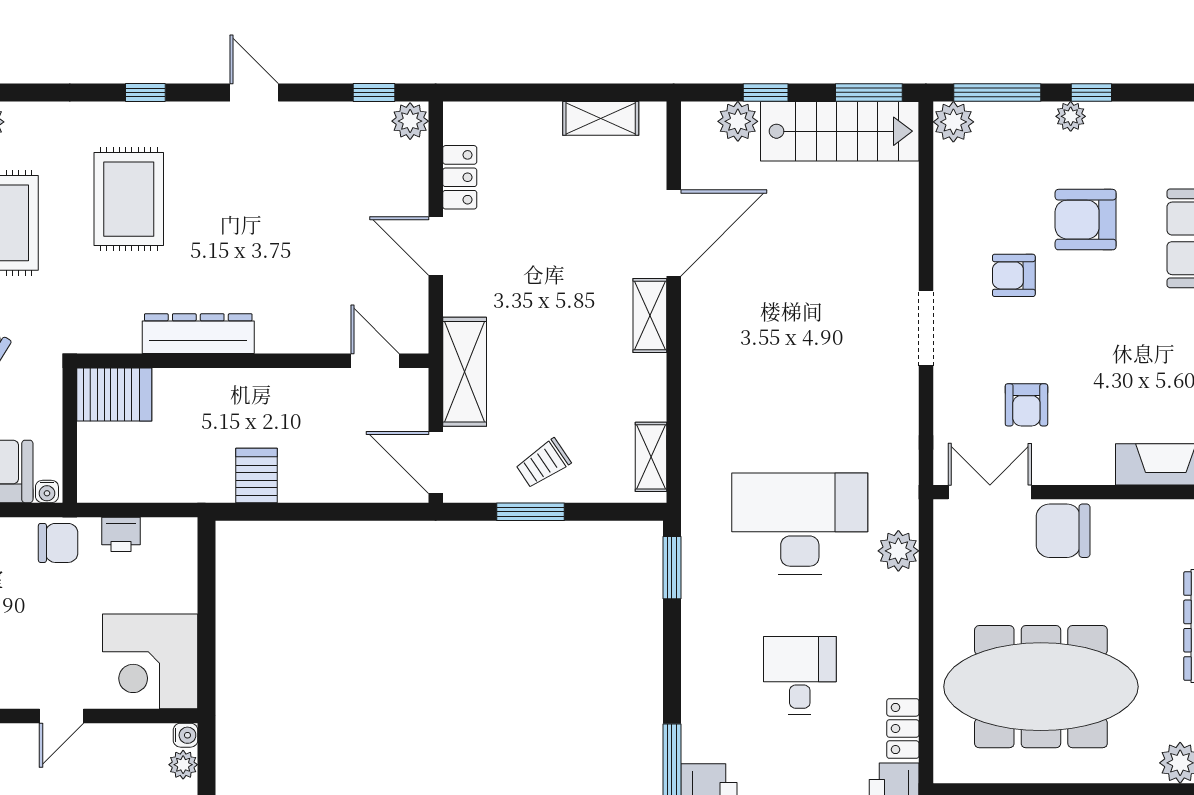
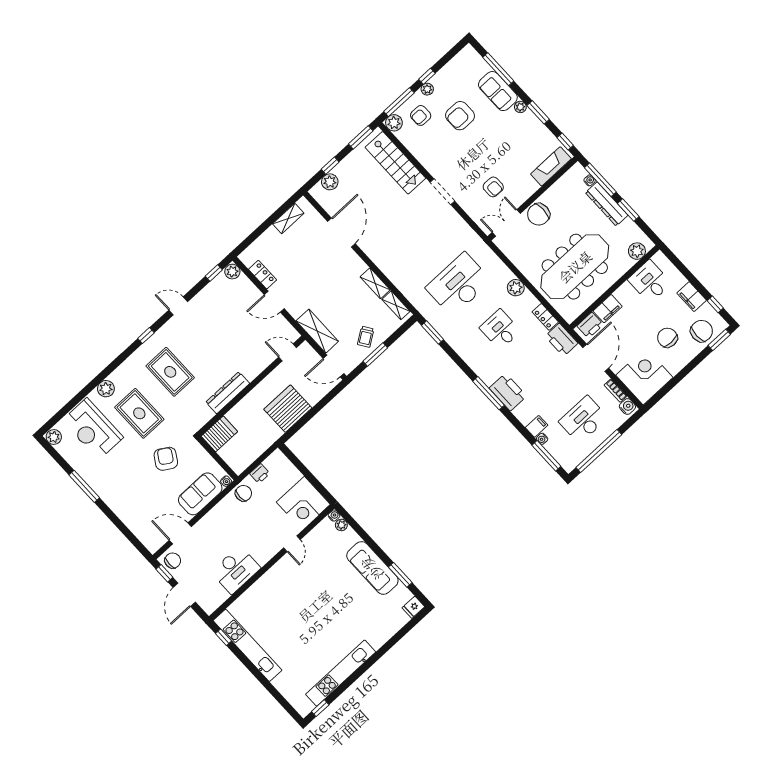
stairs: (840, 131) -> (395, 163), moved, turned 90
armchair: (1014, 275) -> (421, 115), moved
shelving: (650, 315) -> (375, 283), moved
server rack: (256, 475) -> (288, 409), width x2.18, depth x1.44
plant: (898, 551) -> (516, 288), moved

